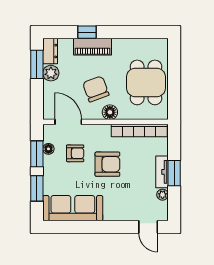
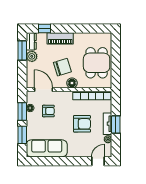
window: (87, 32) -> (45, 29), moved
chair: (96, 89) -> (62, 67), turned 93
armchair: (107, 164) -> (82, 124), moved
door: (148, 227) -> (98, 161), swing flipped

